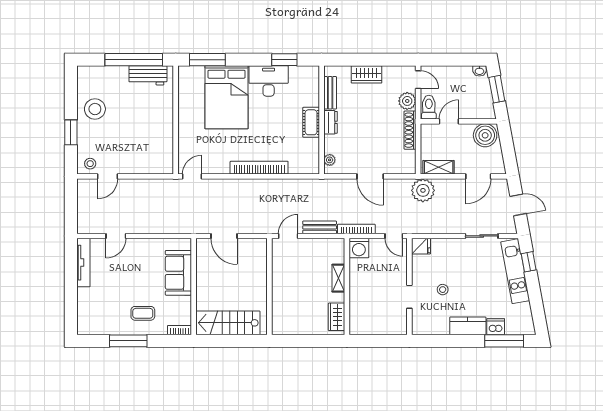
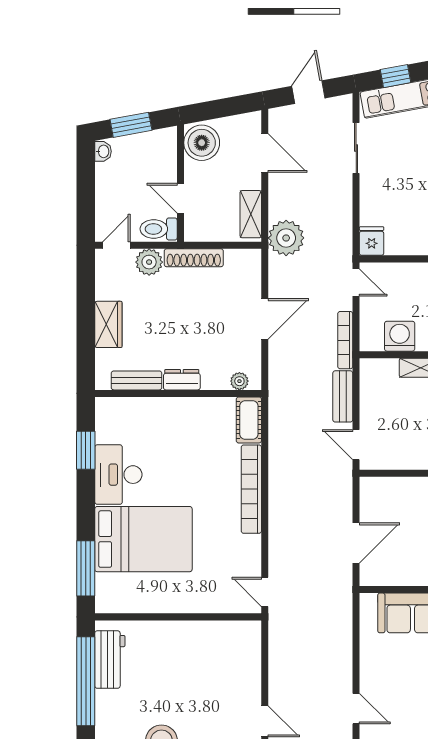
cot: (311, 122) -> (249, 420), moved, turned 90
door: (394, 236) -> (356, 283), hinge flipped
washing machine: (359, 248) -> (400, 336), moved, turned -90

